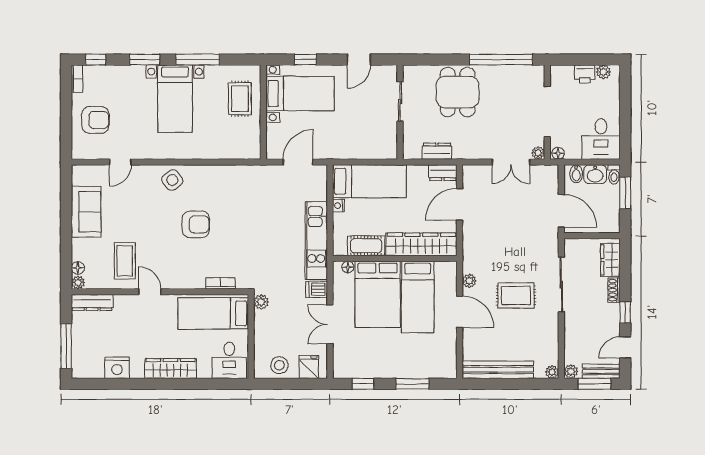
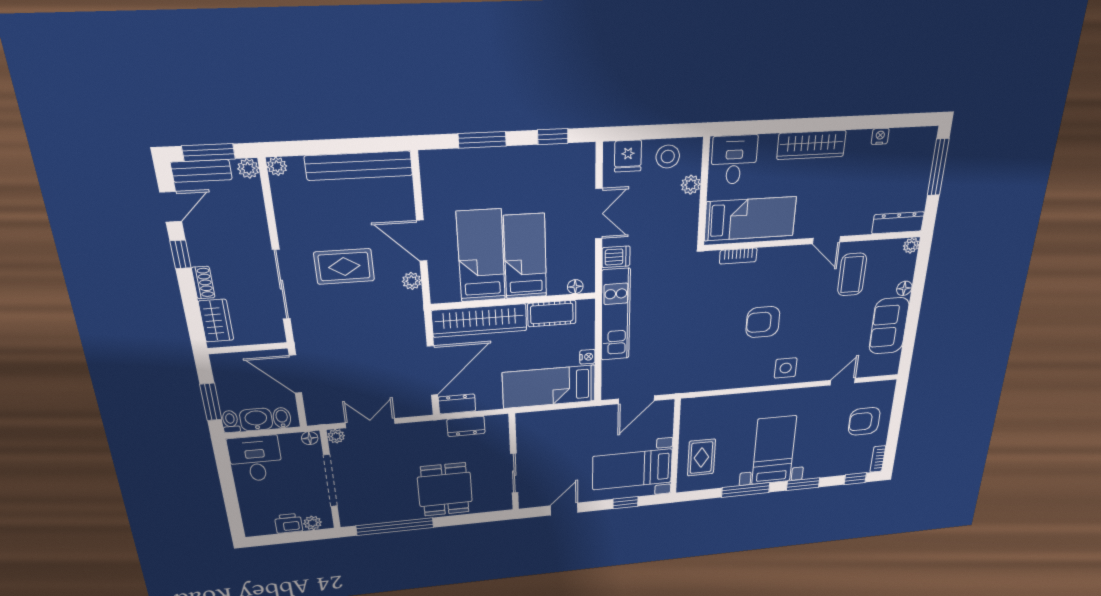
plant: (603, 72) -> (312, 523), moved
side table: (172, 180) -> (786, 368), turned 38
door: (460, 204) -> (433, 371), width x1.36
floor lamp: (78, 268) -> (904, 288), moved
bed: (378, 294) -> (525, 256), width x0.67
plant: (261, 302) -> (691, 185), moved
nightstand: (117, 368) -> (880, 136), width x0.53, depth x0.56

